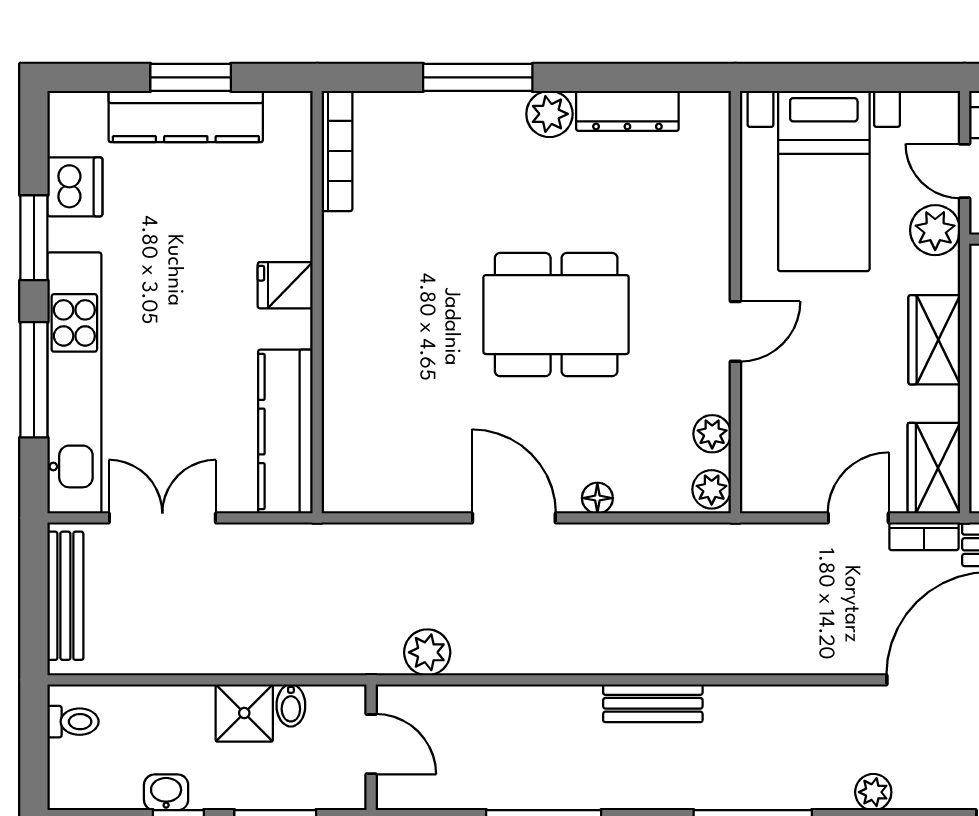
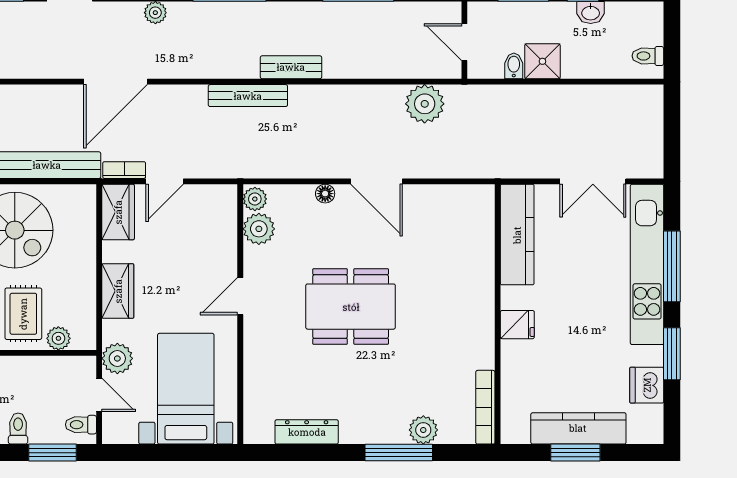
plant: (549, 114) -> (423, 430), moved
plant: (712, 434) -> (259, 229), width x1.38, depth x1.38
bench: (65, 596) -> (248, 96), moved, turned 90
plant: (427, 652) -> (425, 104), width x1.36, depth x1.36

